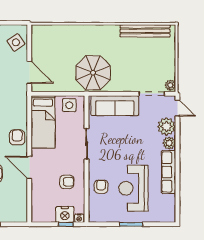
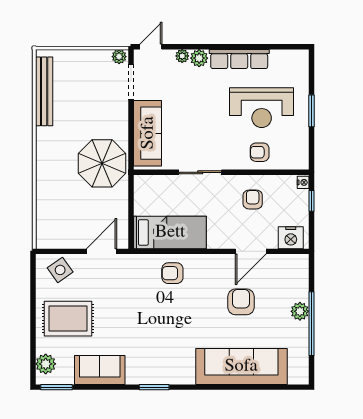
side table: (69, 105) -> (147, 196), removed
plant: (166, 127) -> (182, 56), width x0.53, depth x0.53
armchair: (17, 137) -> (172, 273), moved
door: (29, 167) -> (251, 251), moved
nightstand: (65, 214) -> (291, 238), moved, turned 90

